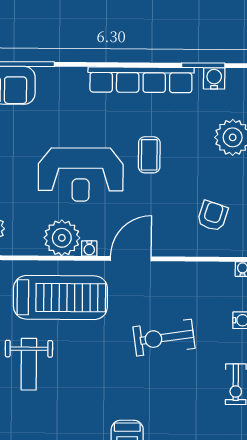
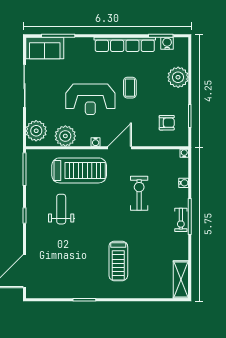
armchair: (213, 216) -> (167, 123), turned 72
plant: (62, 238) -> (65, 136), moved
exercise bike: (164, 338) -> (139, 193), turned 98
weight bench: (29, 364) -> (61, 209), turned 180

